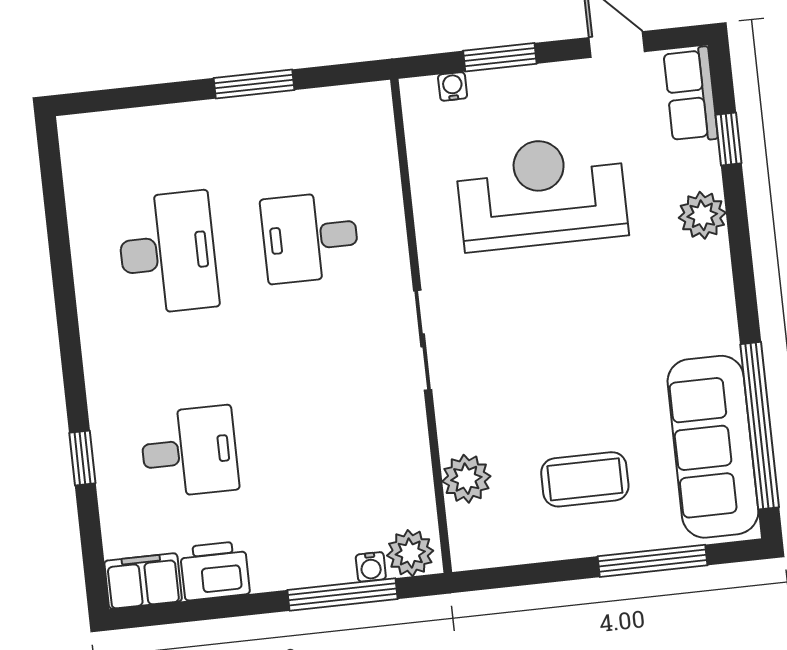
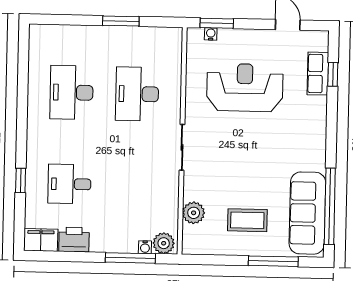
window: (500, 57) -> (217, 23), moved
row of seats: (691, 95) -> (318, 74), moved
plant: (702, 215) -> (316, 107), removed
desk: (310, 237) -> (137, 94), width x1.37
desk: (168, 253) -> (72, 92), turned 180
desk: (189, 452) -> (69, 184), turned 180

